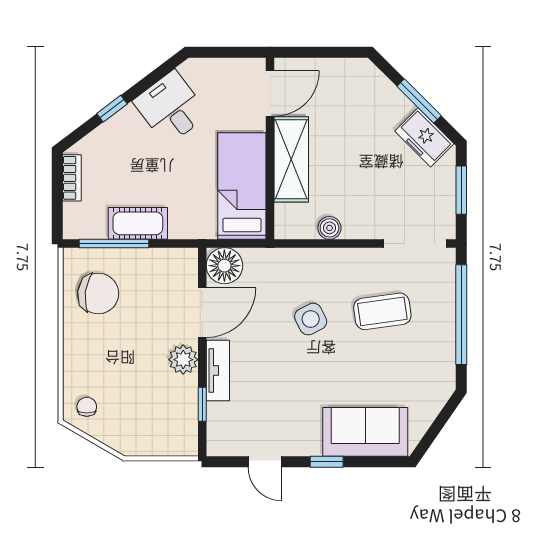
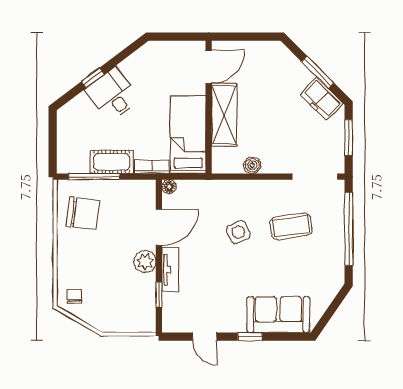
desk: (171, 108) -> (112, 95), moved
bookcase: (72, 178) -> (152, 167), moved, turned -90
floor lamp: (224, 266) -> (169, 187), width x0.53, depth x0.53

